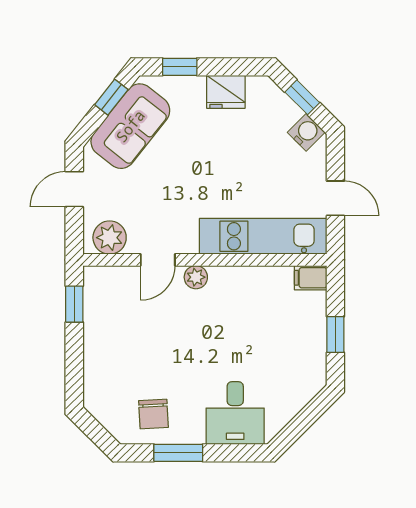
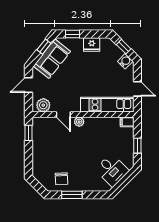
door: (158, 260) -> (63, 114), hinge flipped
desk: (235, 413) -> (112, 170), moved, turned -45

